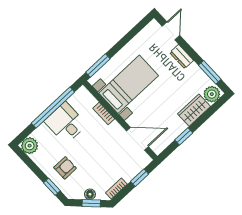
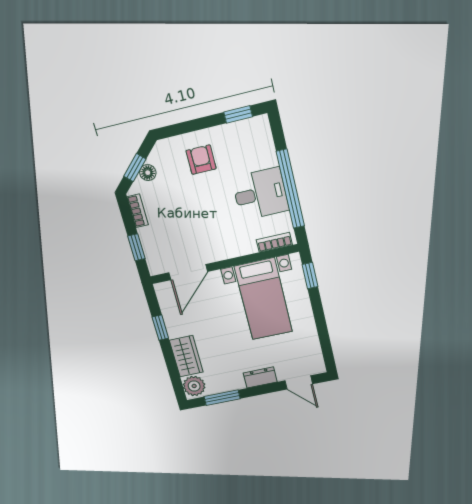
window: (98, 66) -> (310, 276), width x0.67
bookcase: (104, 114) -> (274, 242), moved
plant: (30, 146) -> (258, 129), removed
armchair: (65, 168) -> (201, 160), turned 180
window: (52, 187) -> (238, 114), moved

